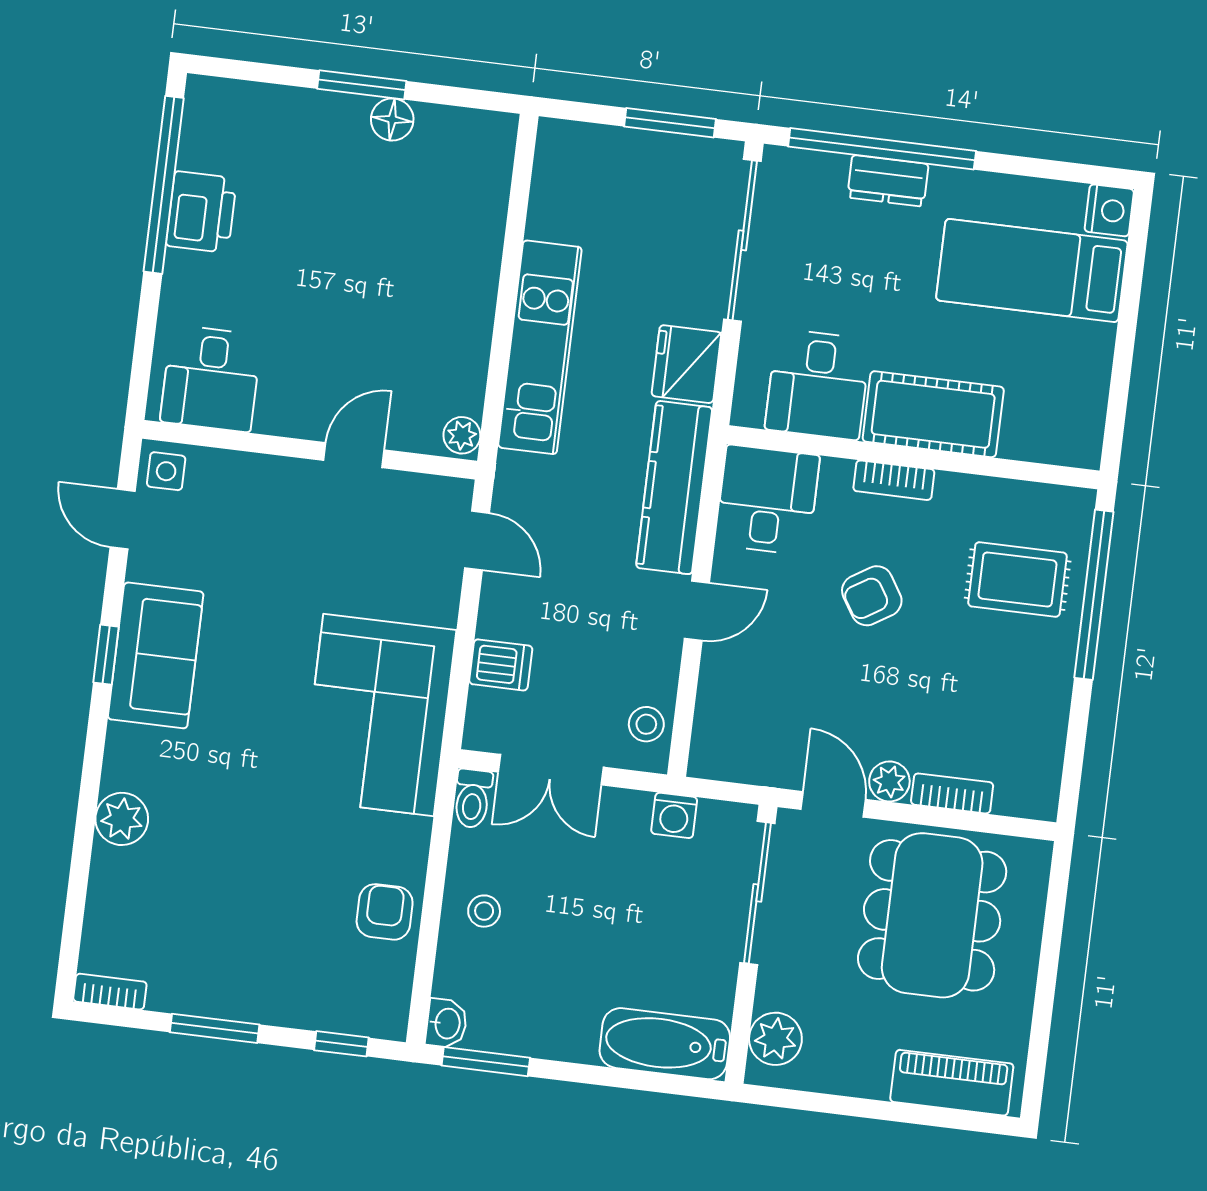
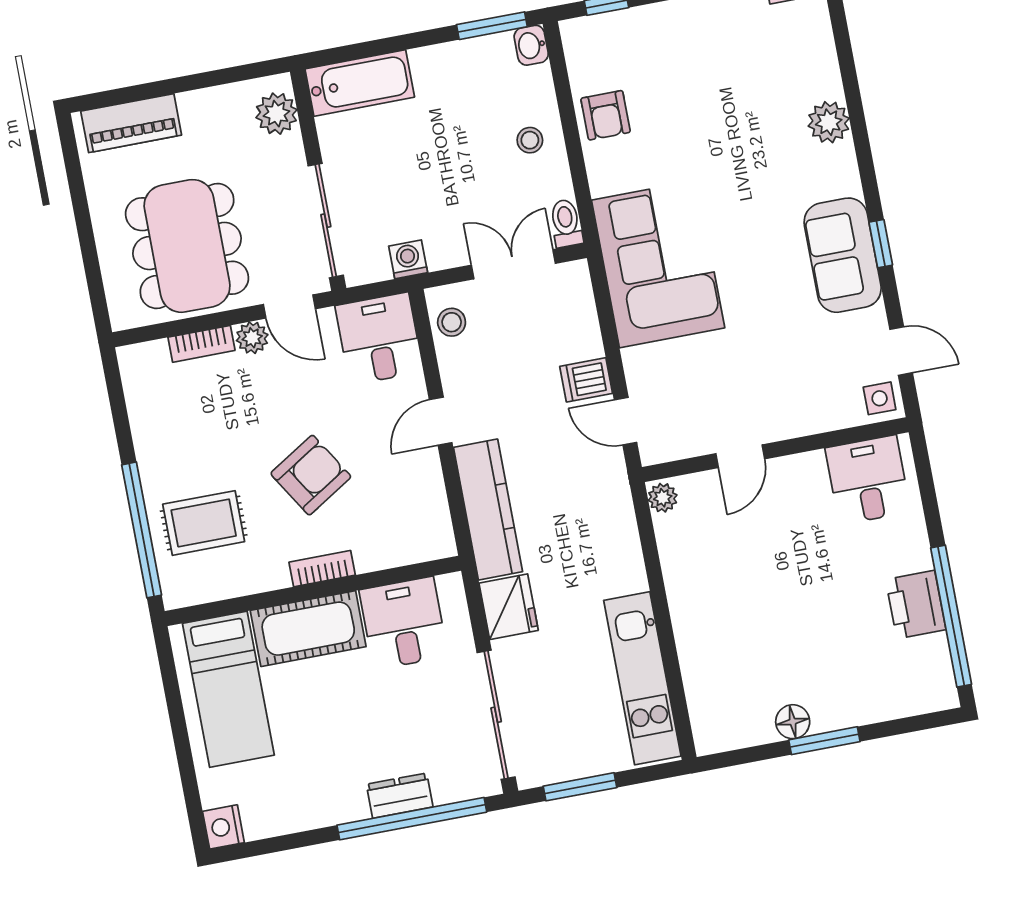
bed: (1032, 270) -> (228, 689), moved, turned 90
kitchen unit: (540, 347) -> (642, 678), moved
desk: (767, 500) -> (379, 339), moved, turned 180
armchair: (872, 596) -> (311, 475), width x1.38, depth x1.38
dishwasher: (501, 665) -> (586, 380), moved

